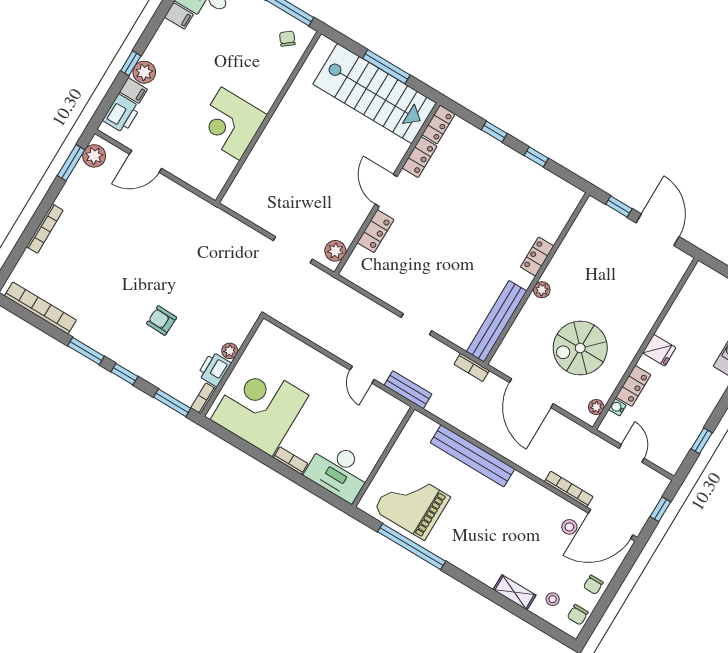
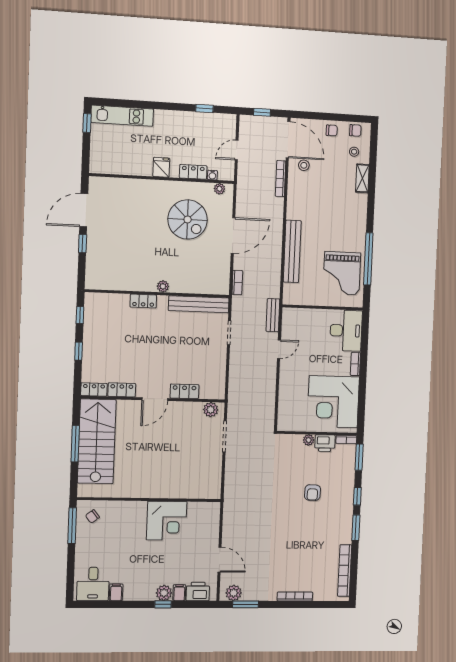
locker: (537, 257) -> (143, 301), moved
wall: (537, 278) -> (157, 294), moved
plant: (542, 290) -> (163, 286), moved
bench: (497, 321) -> (199, 304), moved

